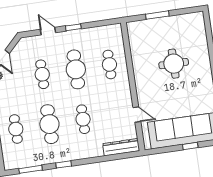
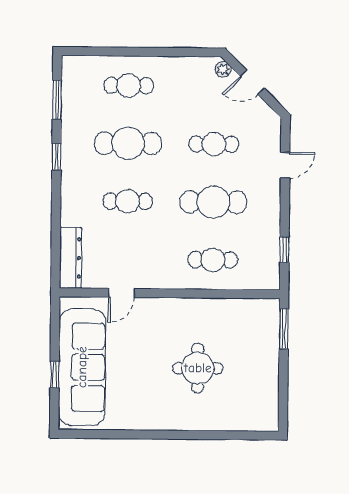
window: (157, 15) -> (284, 329), moved
window: (73, 27) -> (284, 250), moved

